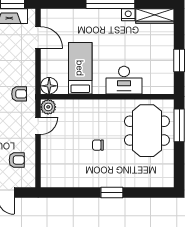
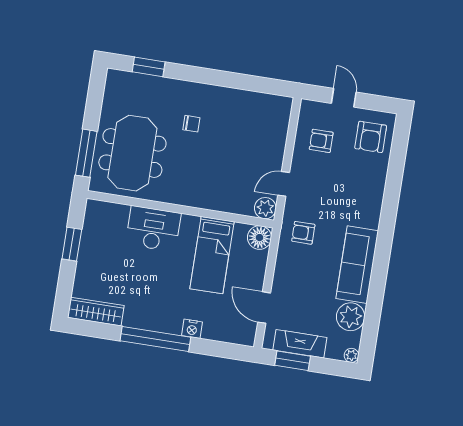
nightstand: (128, 15) -> (192, 329), moved
chair: (98, 145) -> (191, 124), moved
window: (112, 193) -> (149, 67), moved

